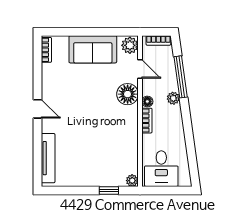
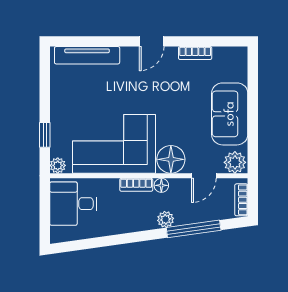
bookcase: (46, 50) -> (195, 53), moved
corner sofa: (116, 138) -> (114, 144), added

